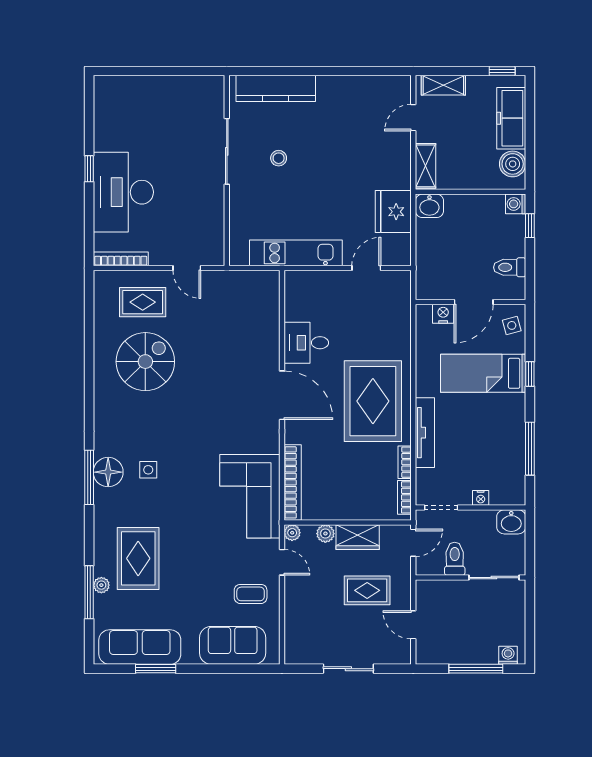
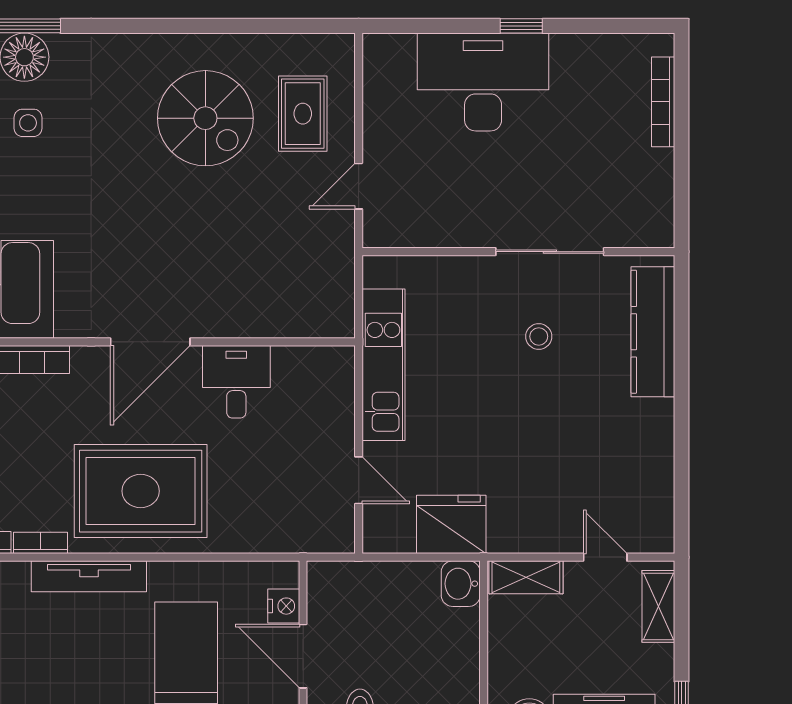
bookcase: (121, 259) -> (663, 102), moved, turned 180

